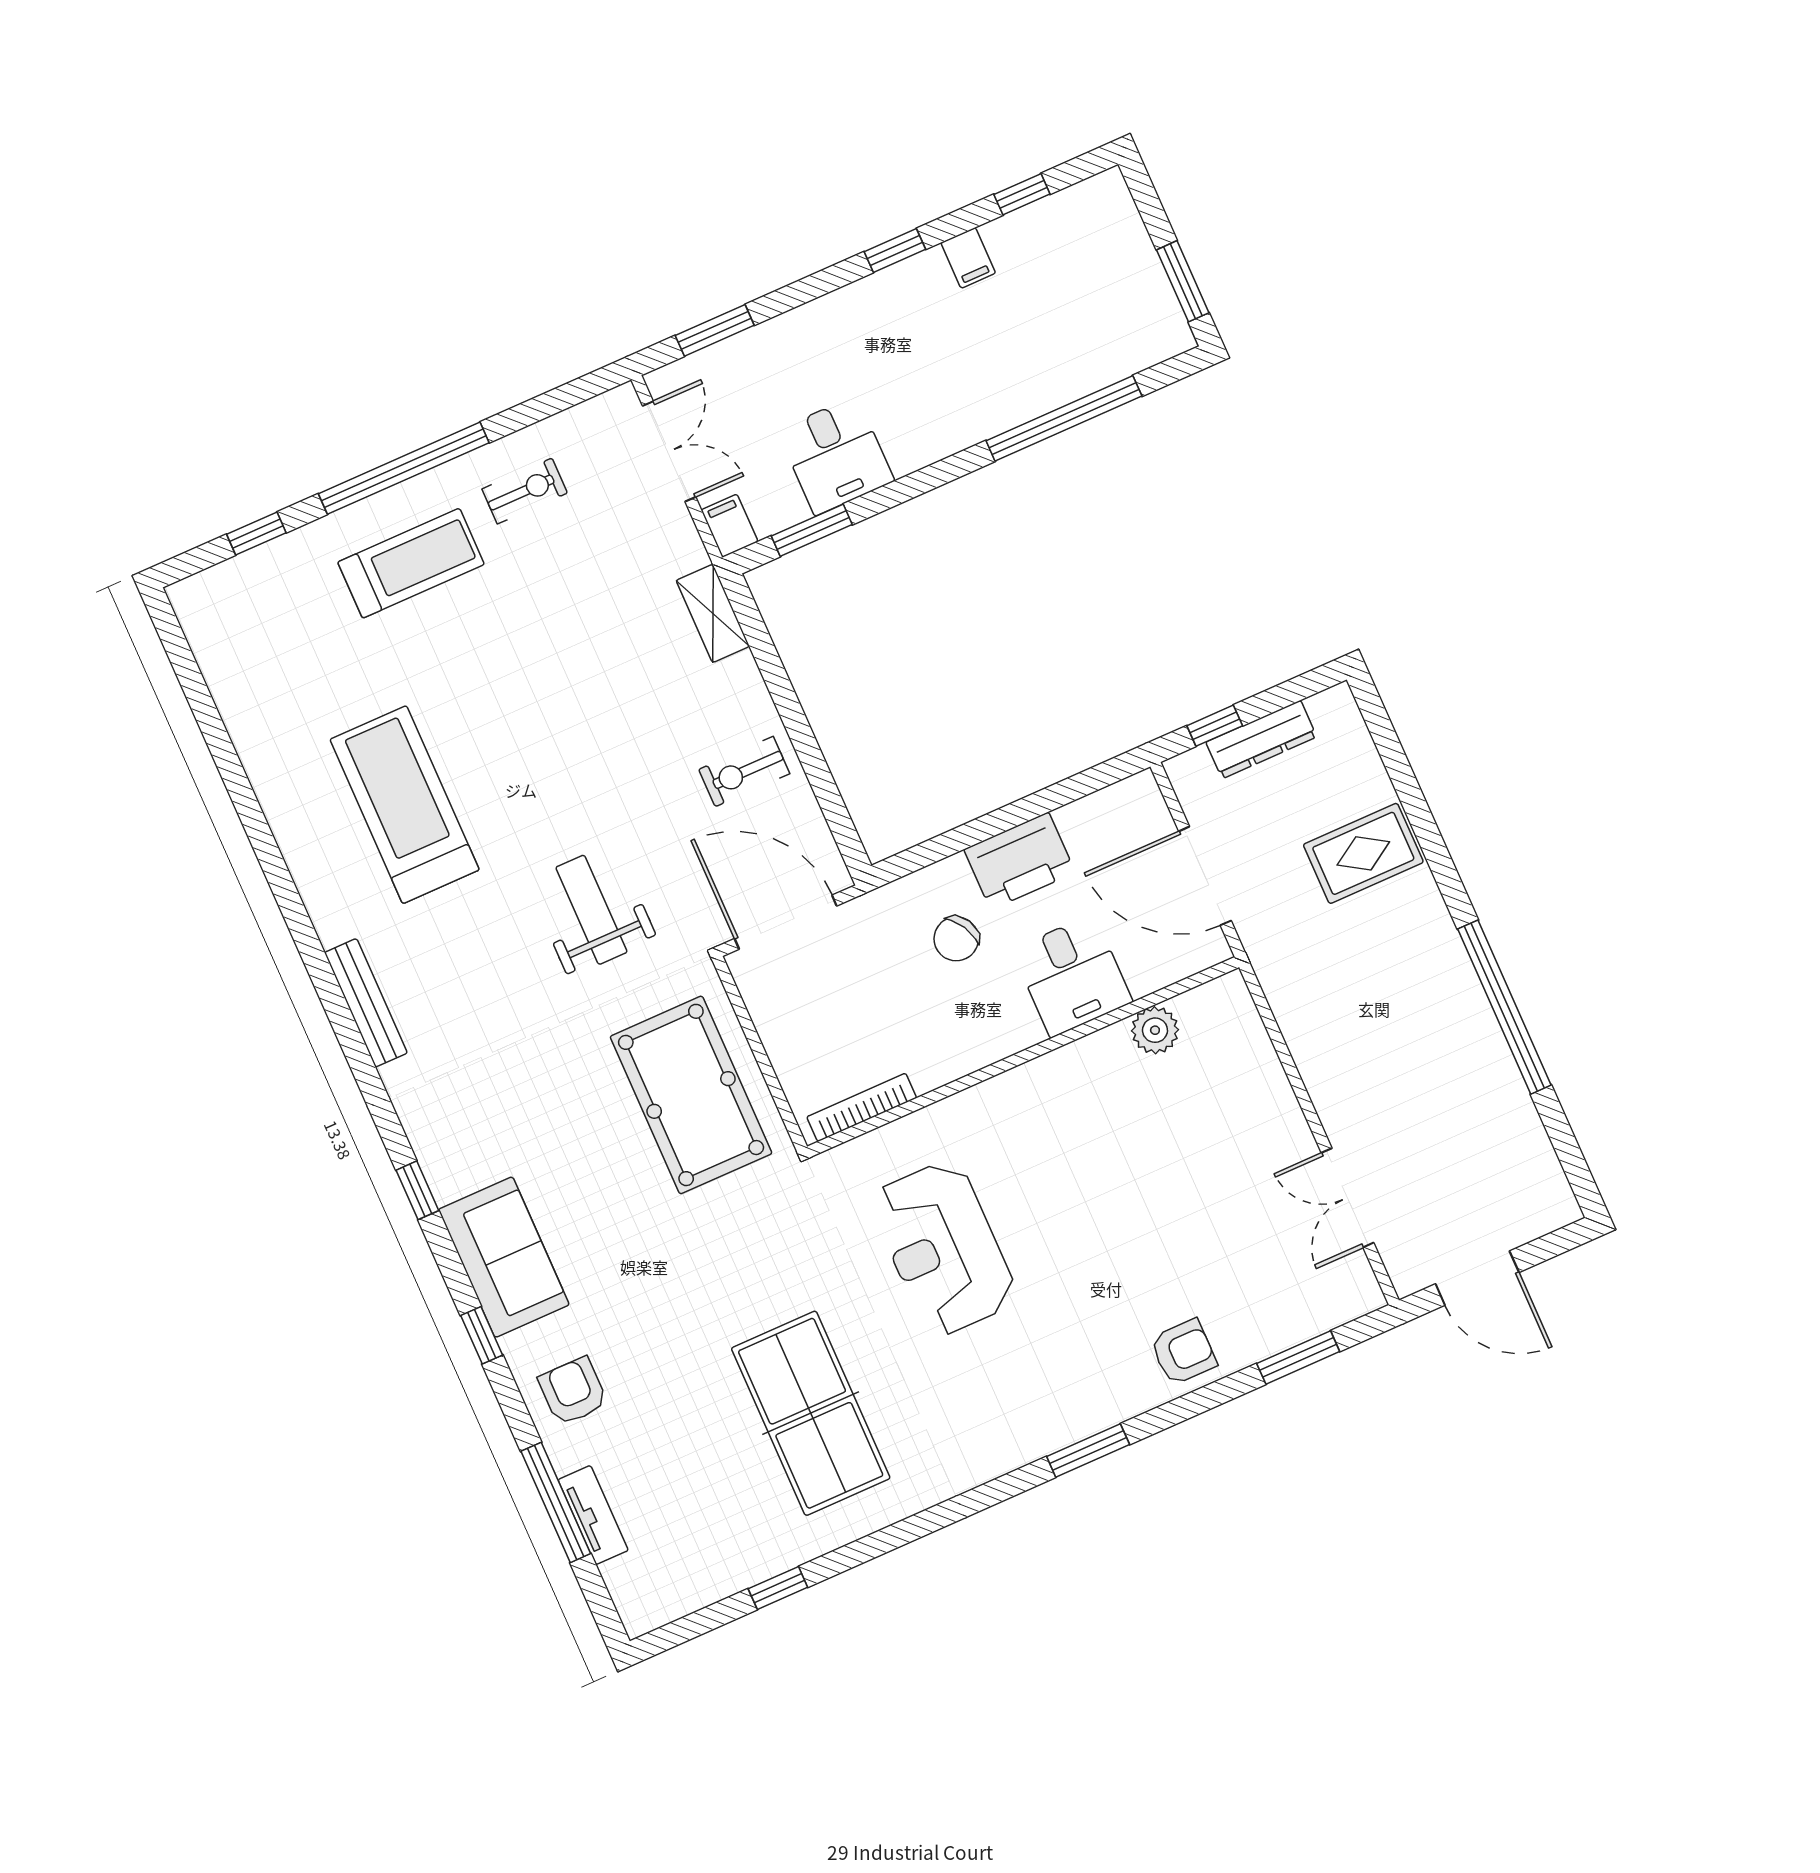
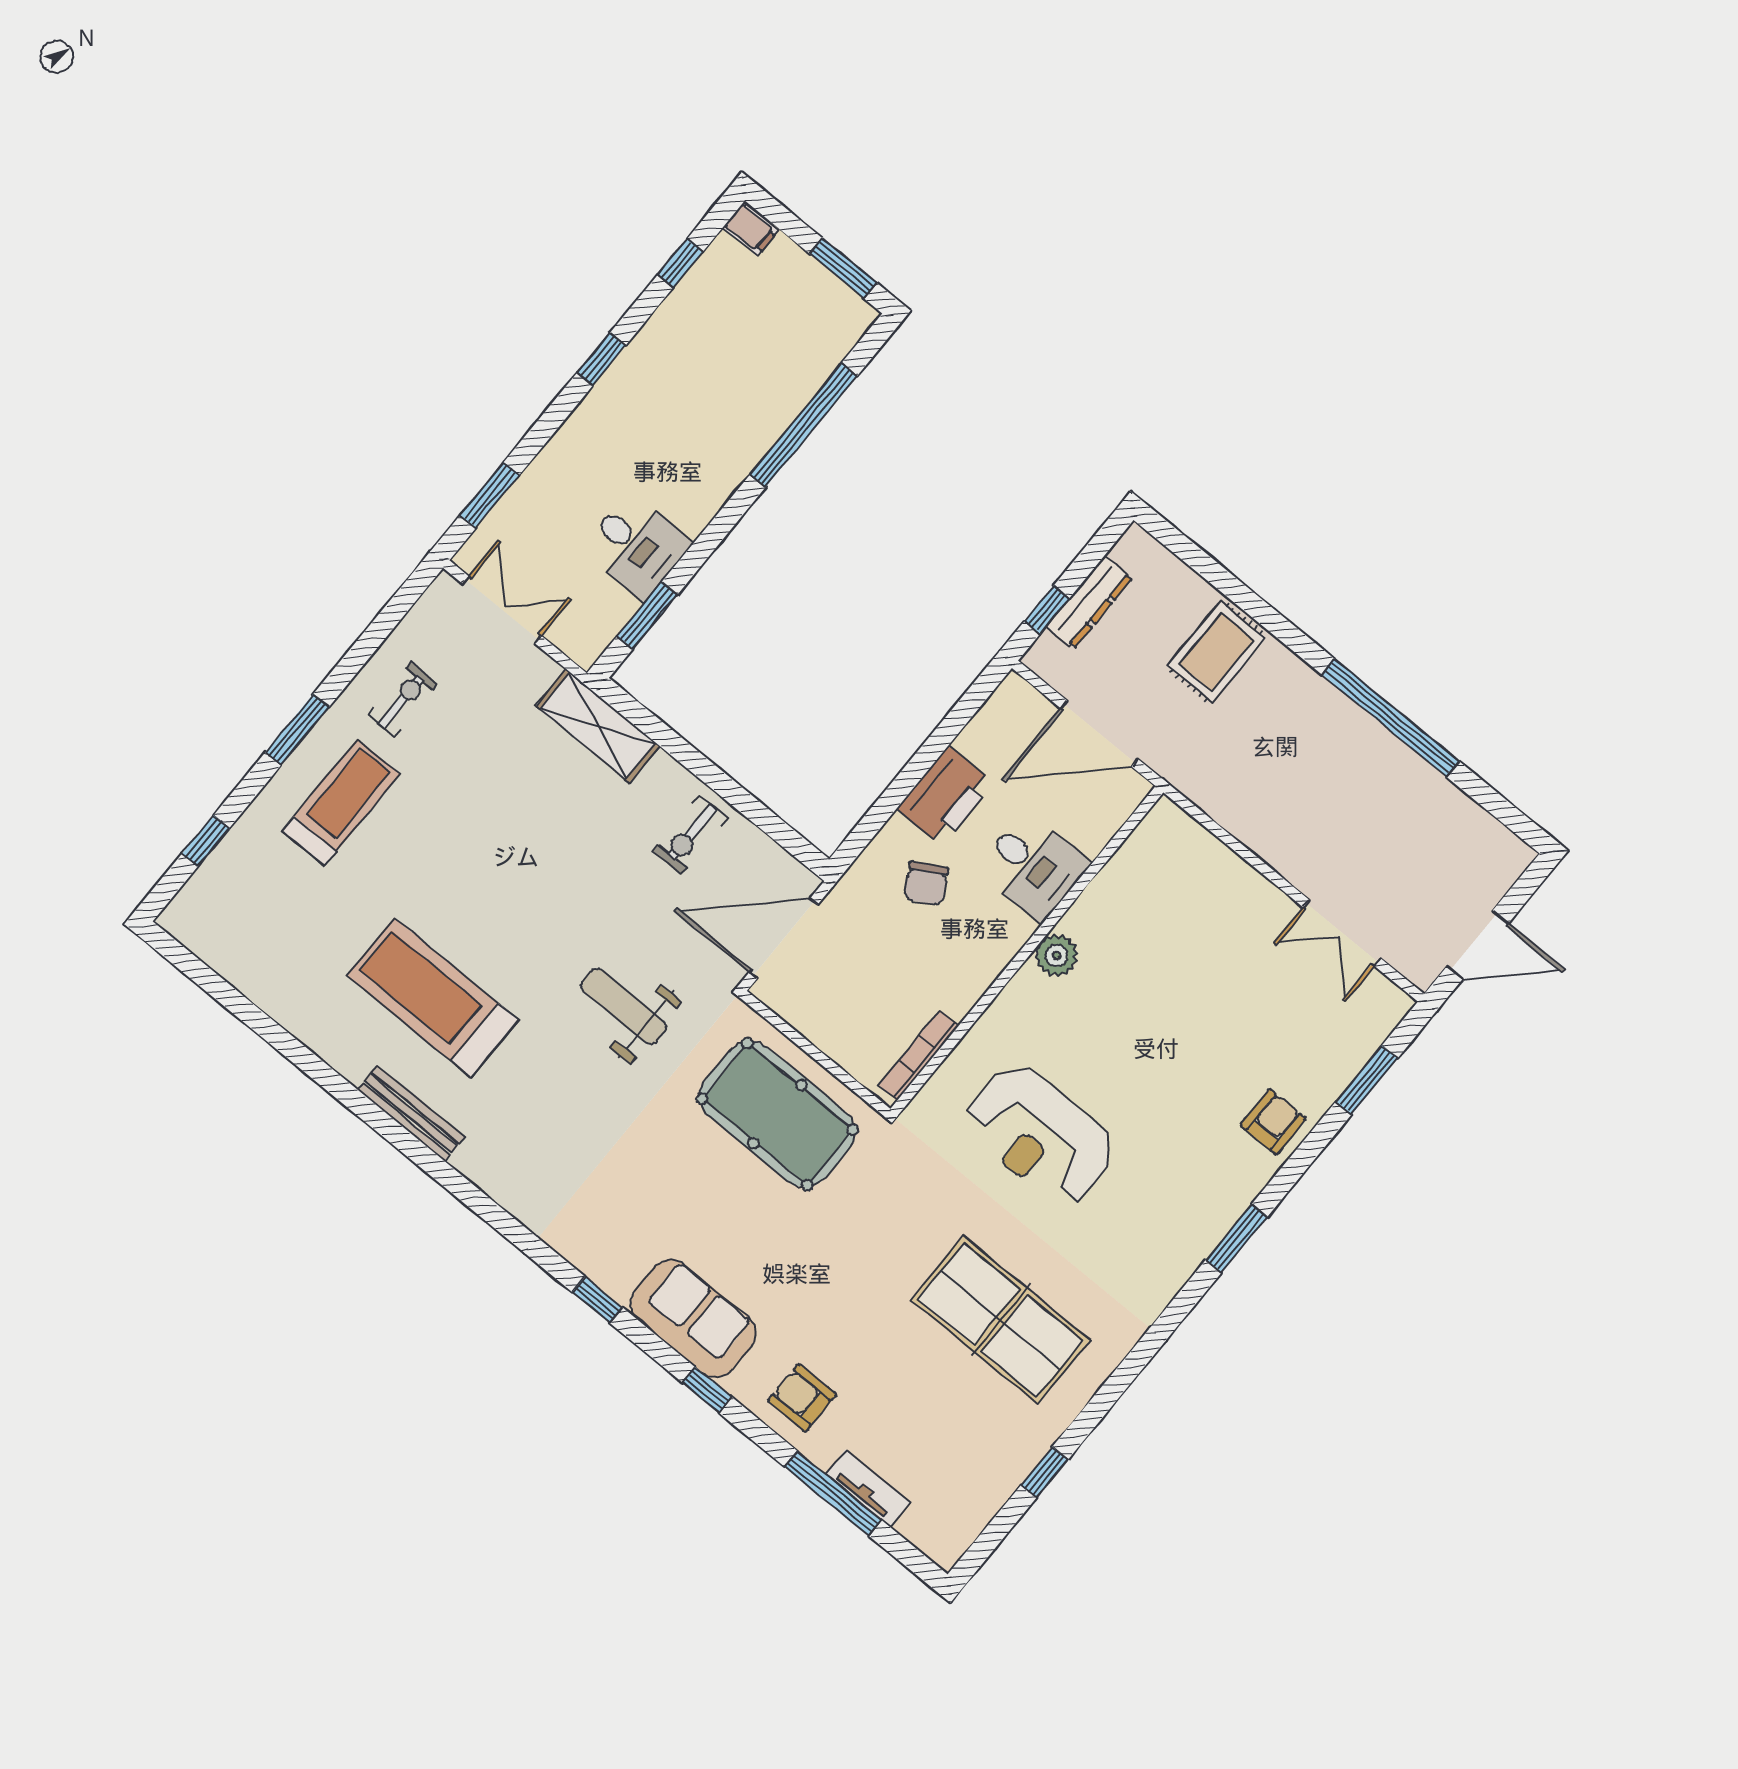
filing cabinet: (968, 258) -> (750, 229), moved
window: (404, 468) -> (297, 730), width x0.47
filing cabinet: (729, 526) -> (580, 645), removed
shelving: (713, 613) -> (598, 726), width x1.50, depth x1.33
bench: (366, 1003) -> (411, 1113), moved
plant: (1155, 1030) -> (1056, 955), moved

